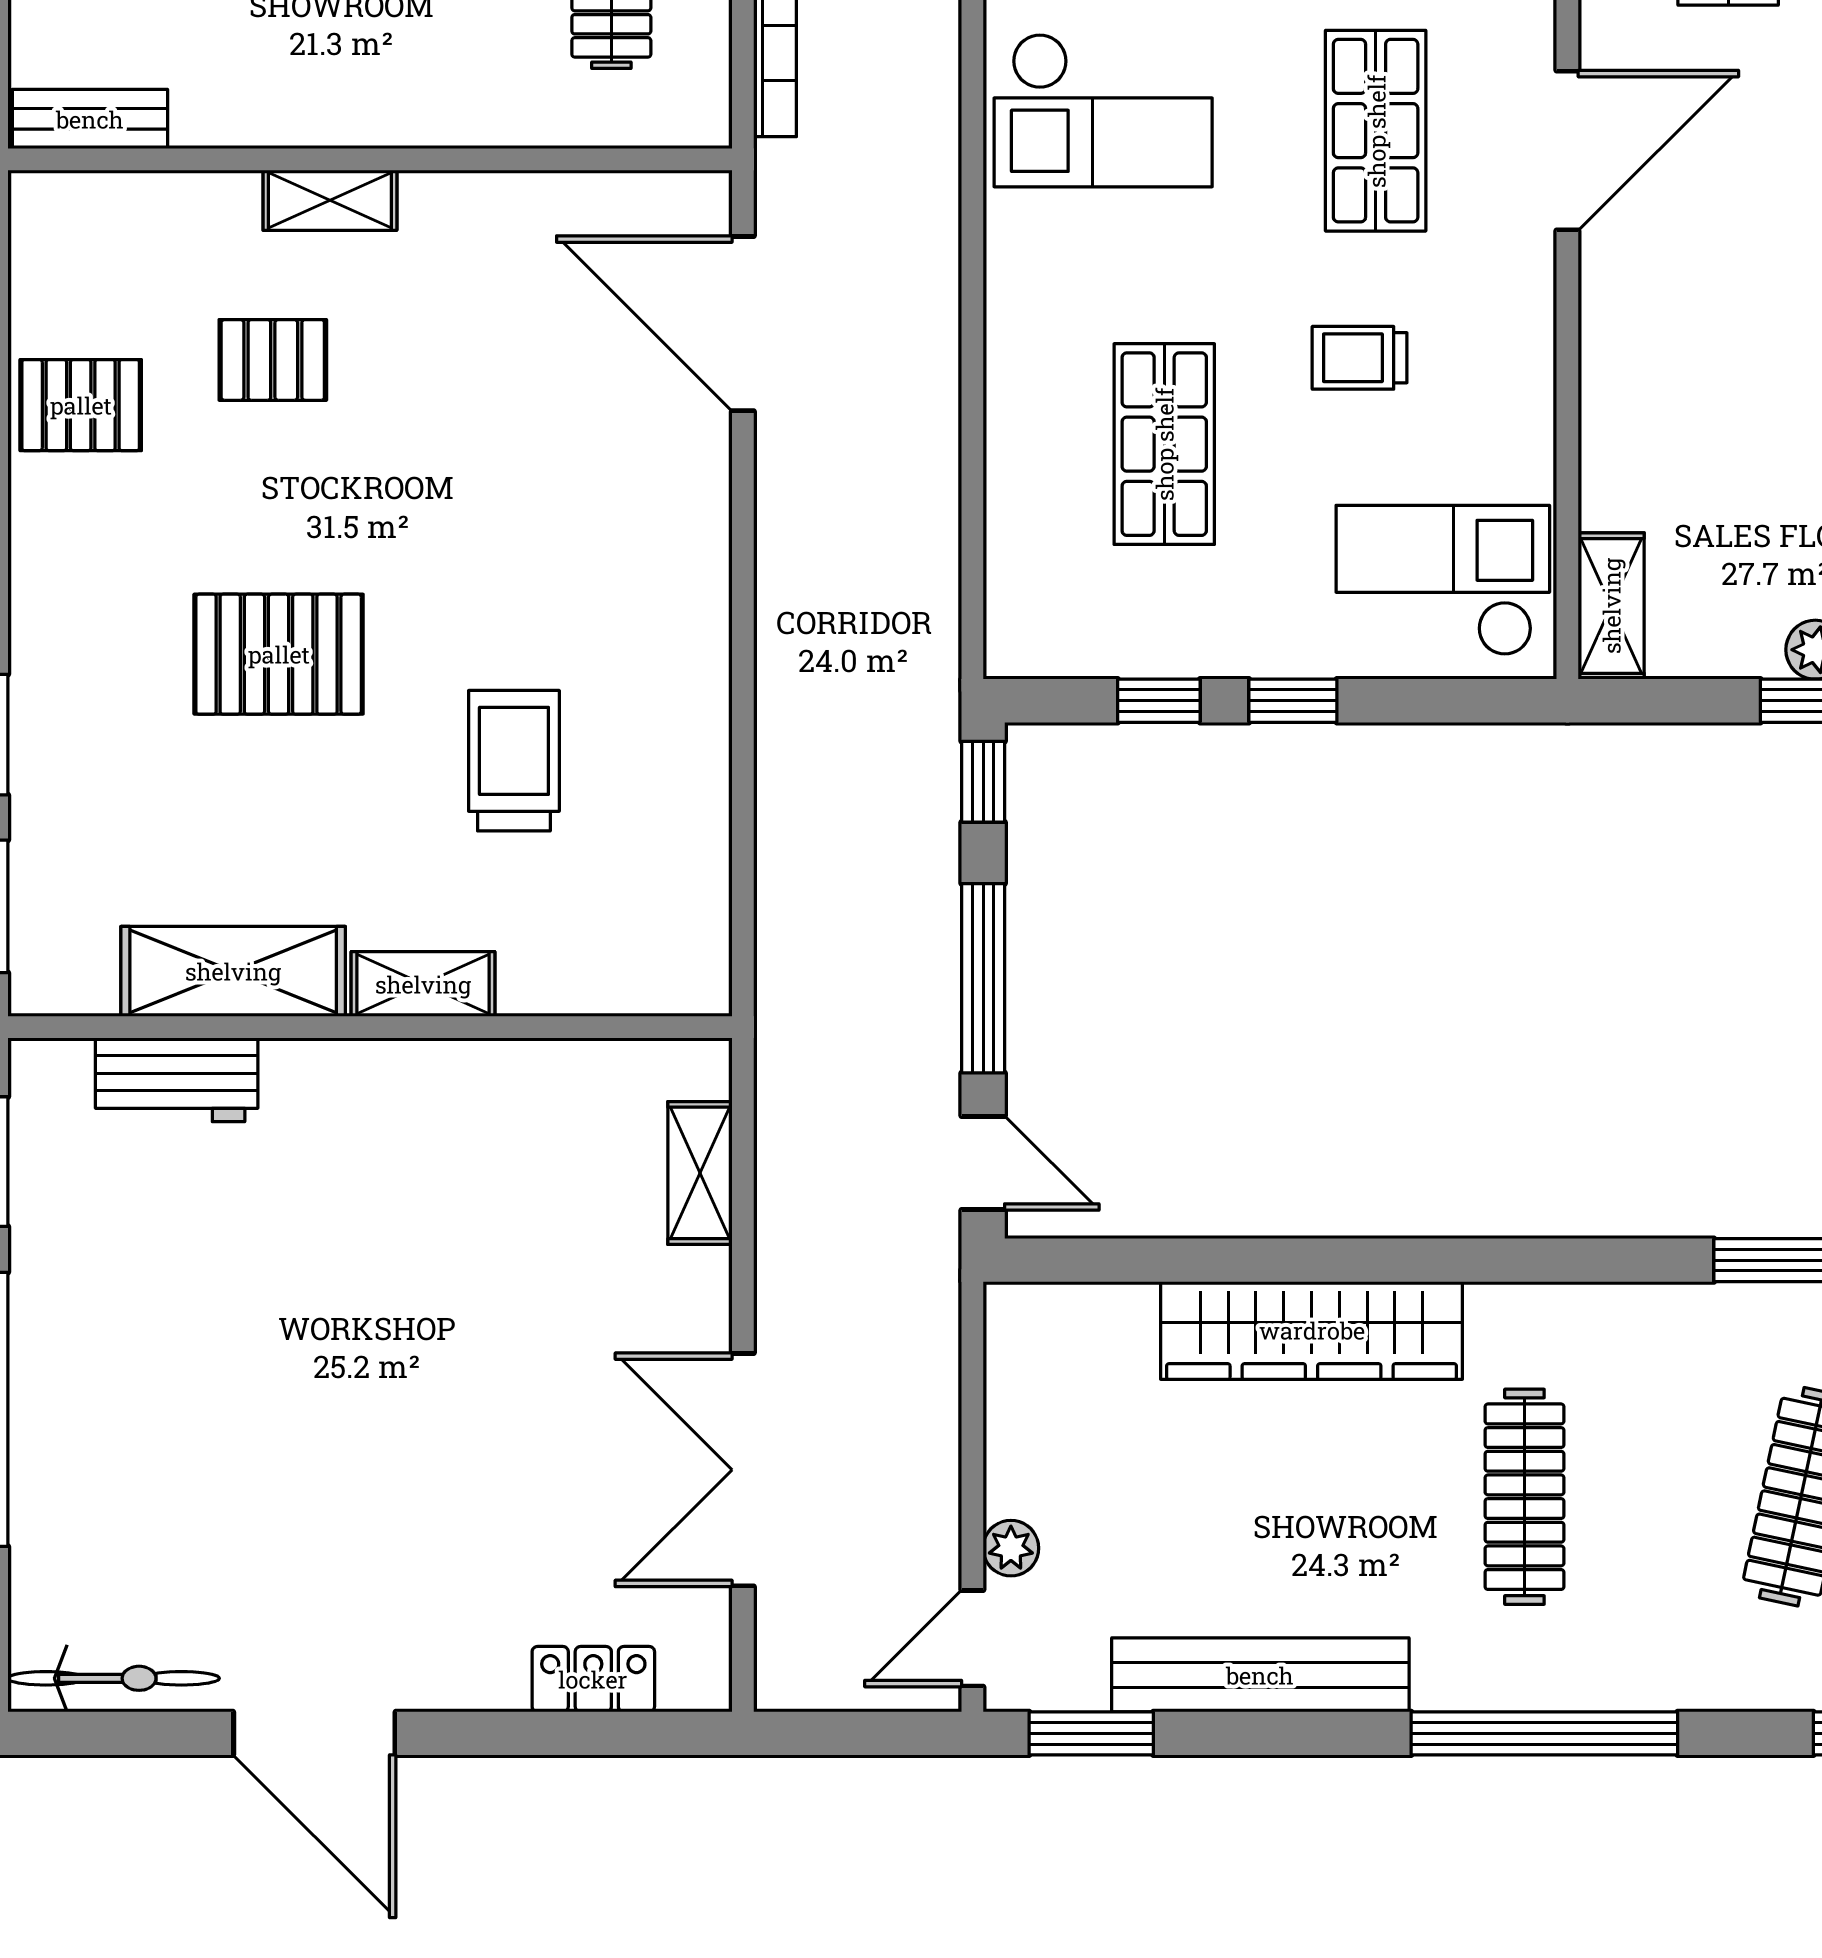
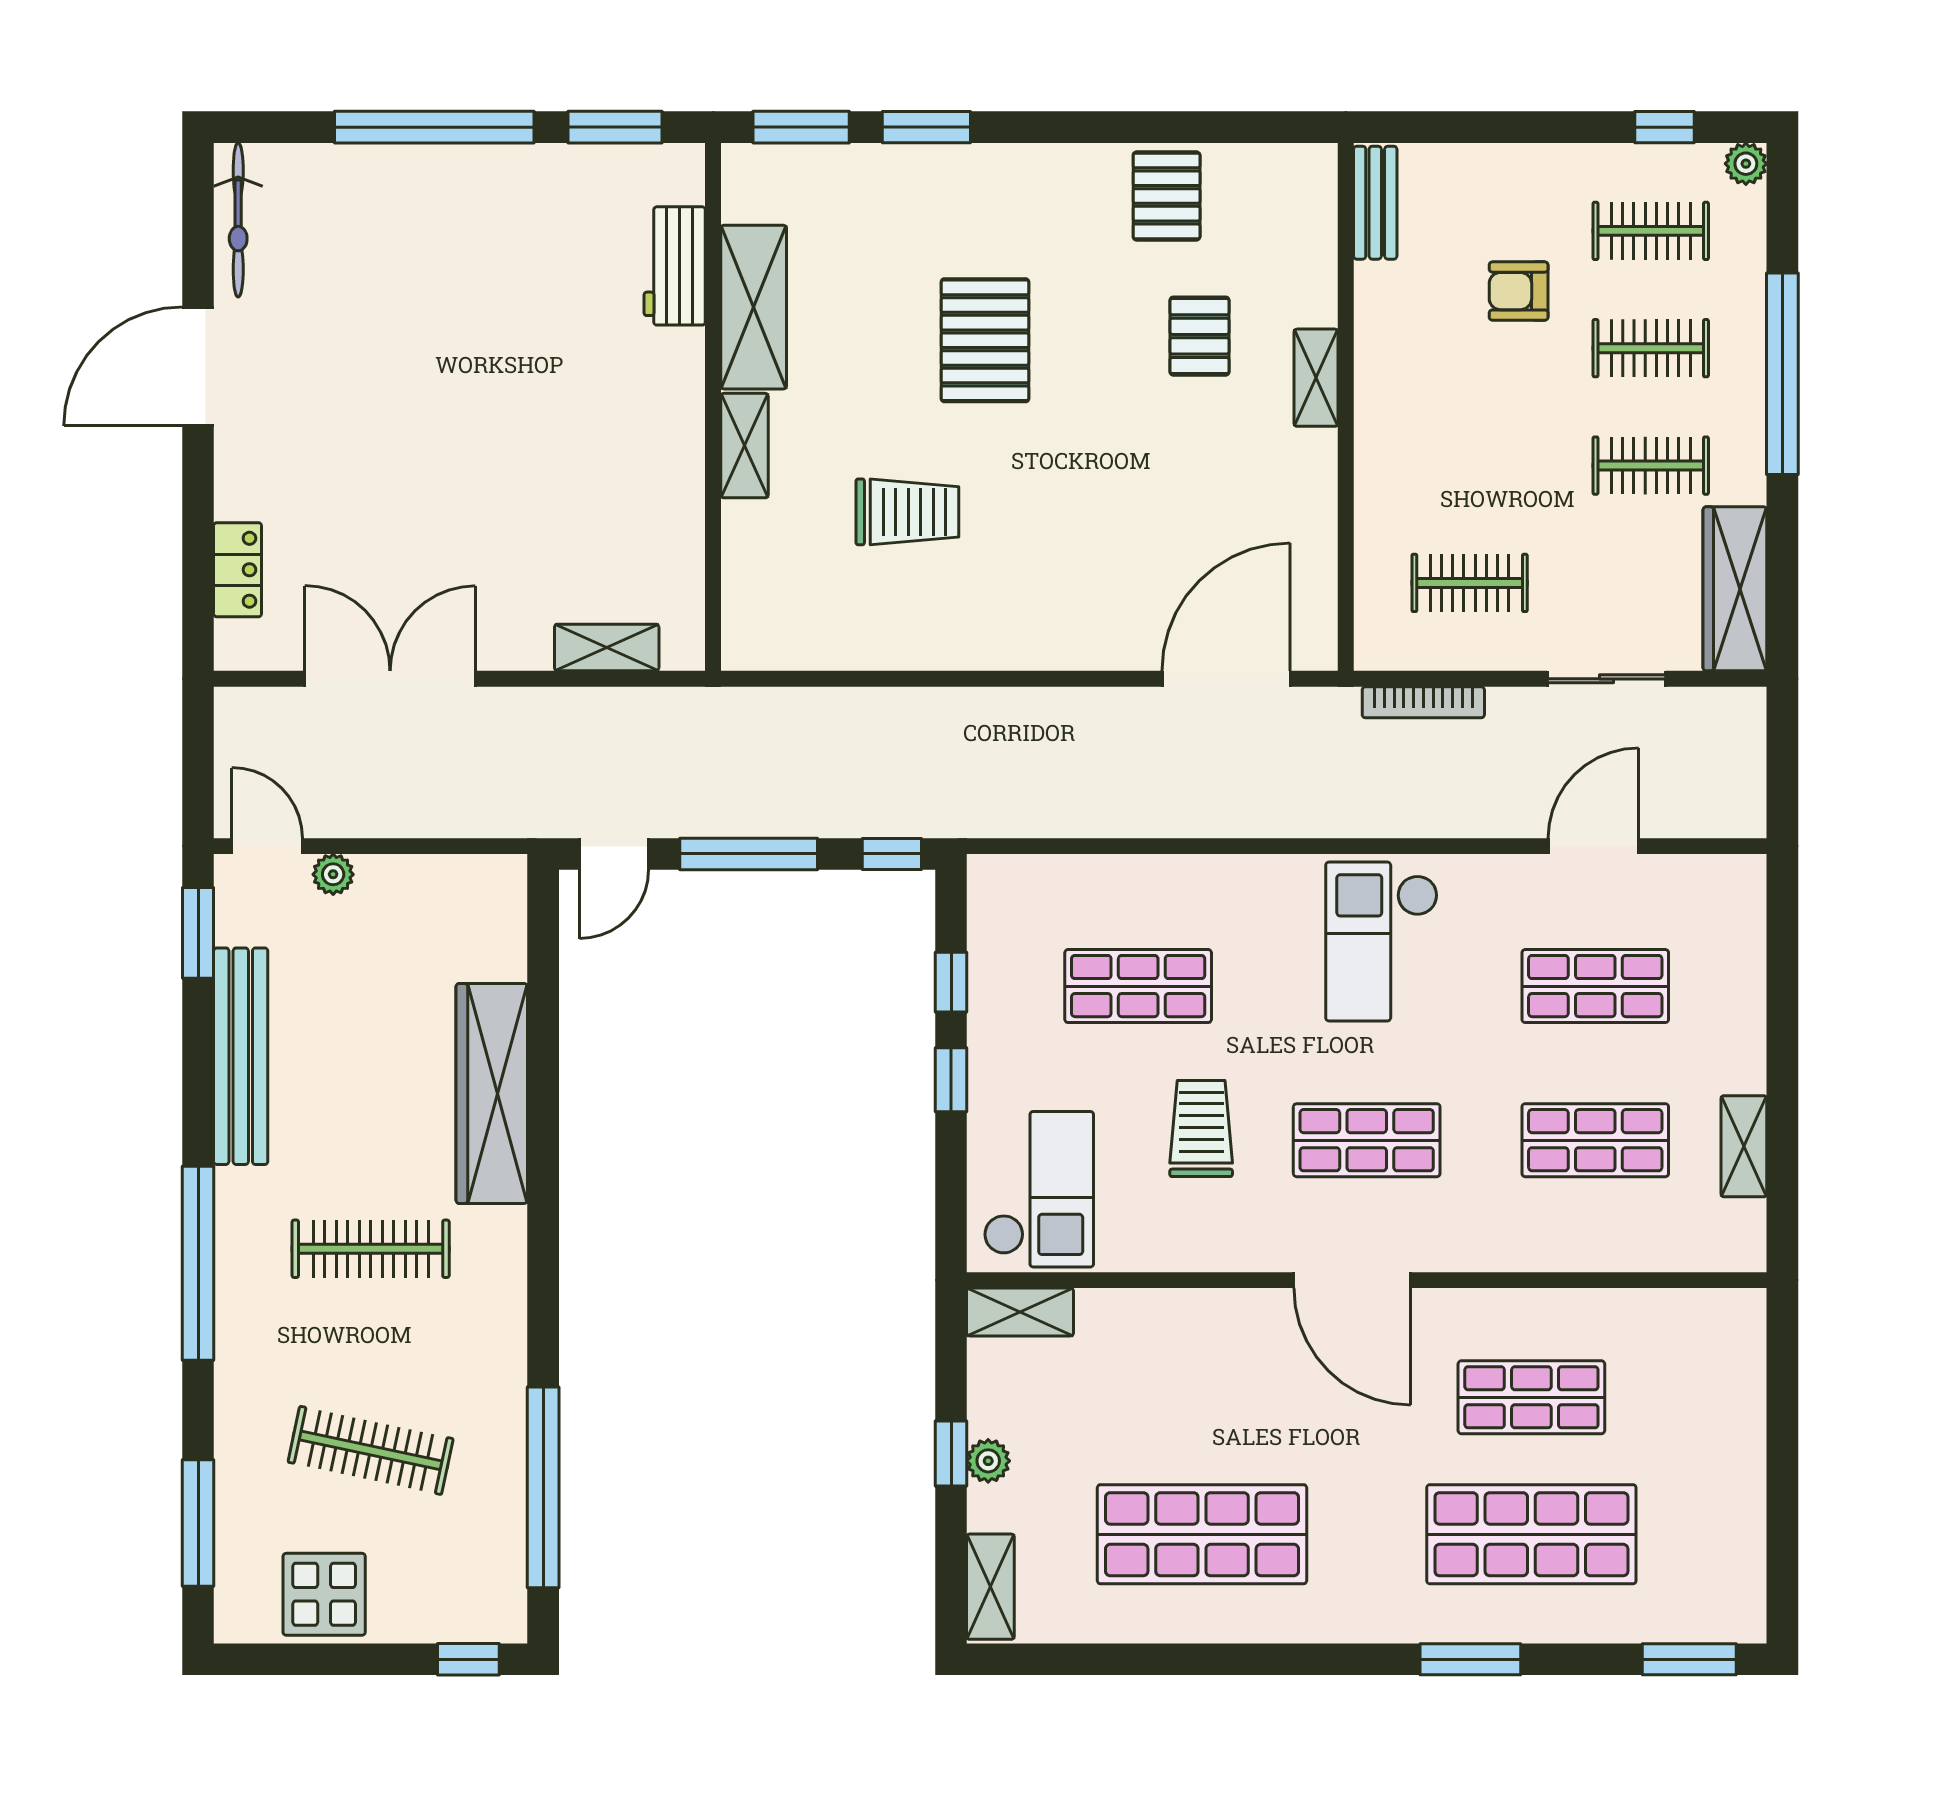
trolley: (1360, 358) -> (1201, 1128), width x1.36, depth x1.39

